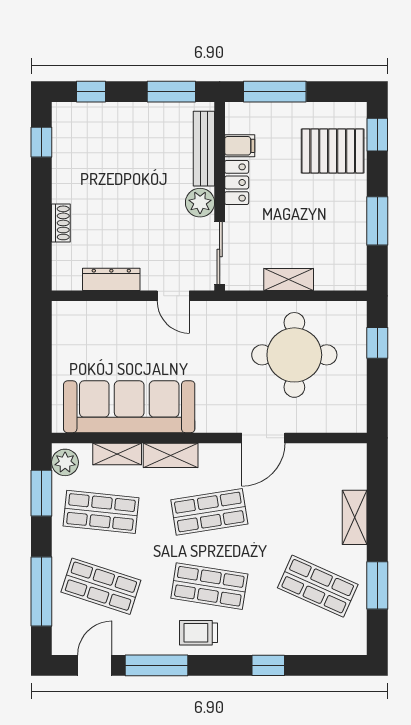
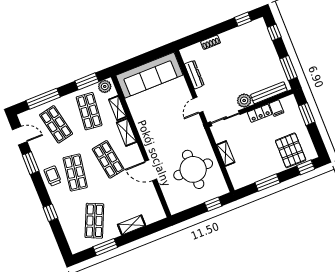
window: (275, 92) -> (307, 114), width x0.69
sofa: (129, 407) -> (149, 75), moved, turned 90
shop shelf: (101, 586) -> (56, 124), turned -30
window: (157, 665) -> (31, 163), width x0.69

